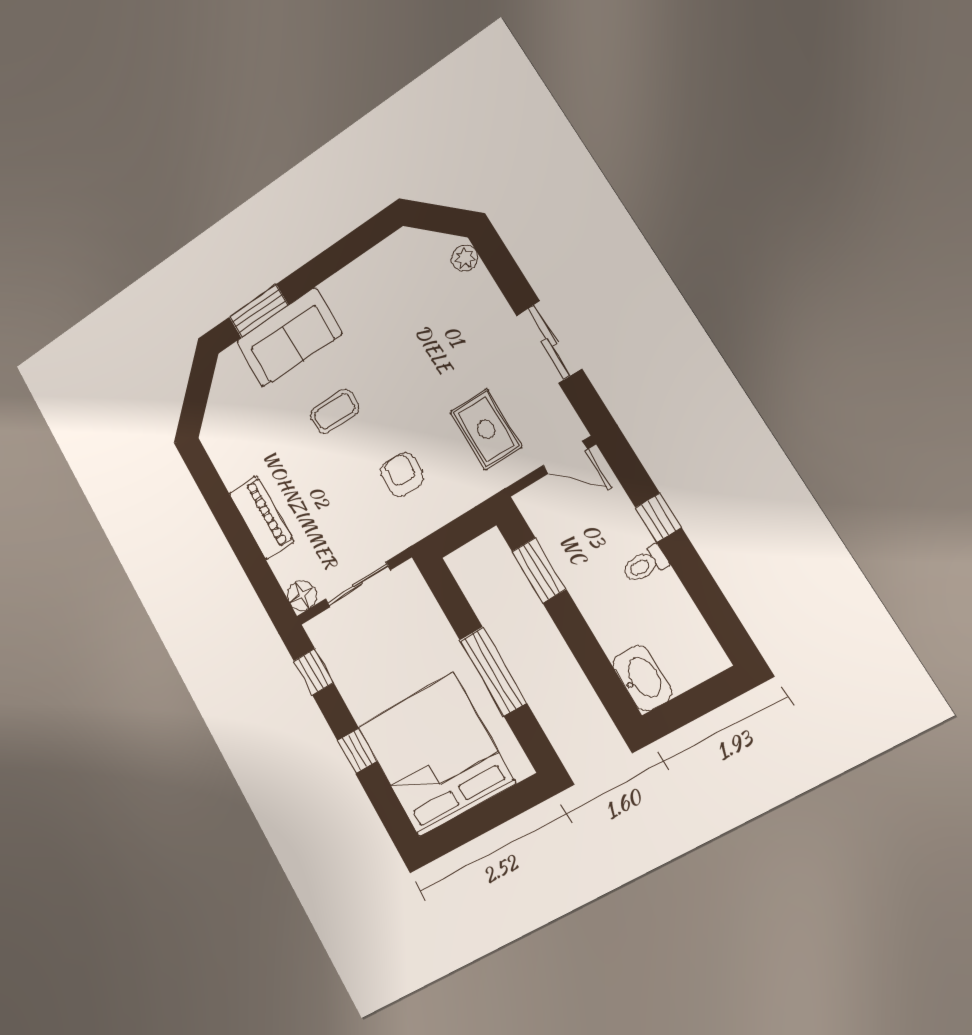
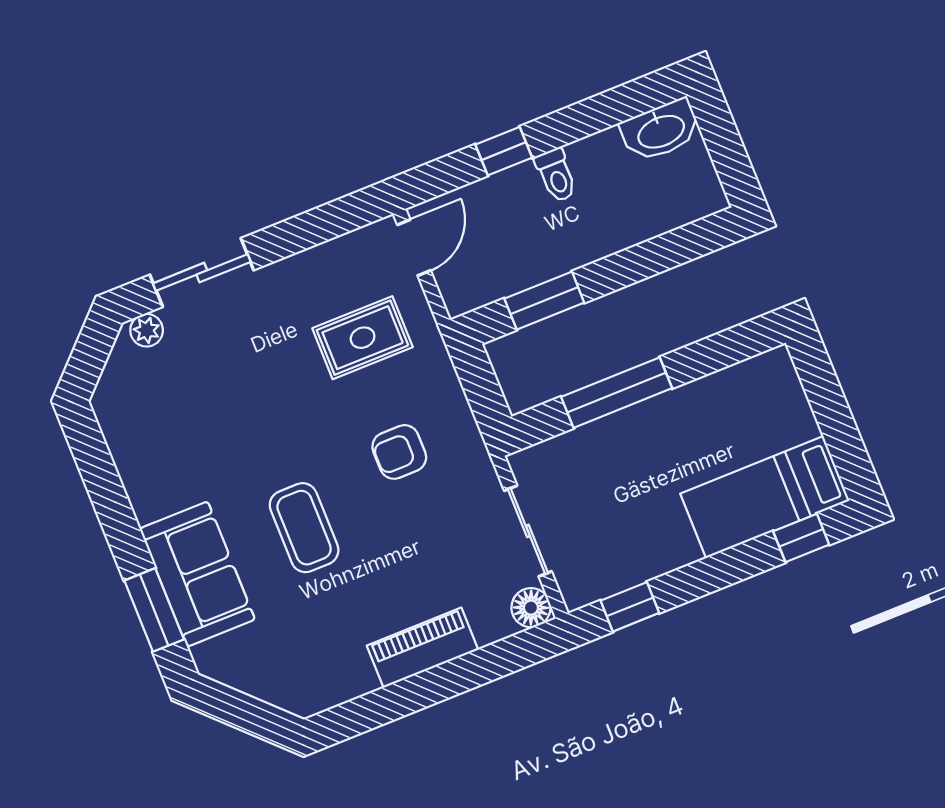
sliding door: (549, 342) -> (202, 273), moved
coffee table: (334, 411) -> (304, 528), width x1.36, depth x1.30
window: (493, 671) -> (617, 393), moved
washbasin: (642, 678) -> (661, 131), moved, turned 180
window: (357, 751) -> (801, 538), moved
bed: (436, 755) -> (765, 497), width x0.49

